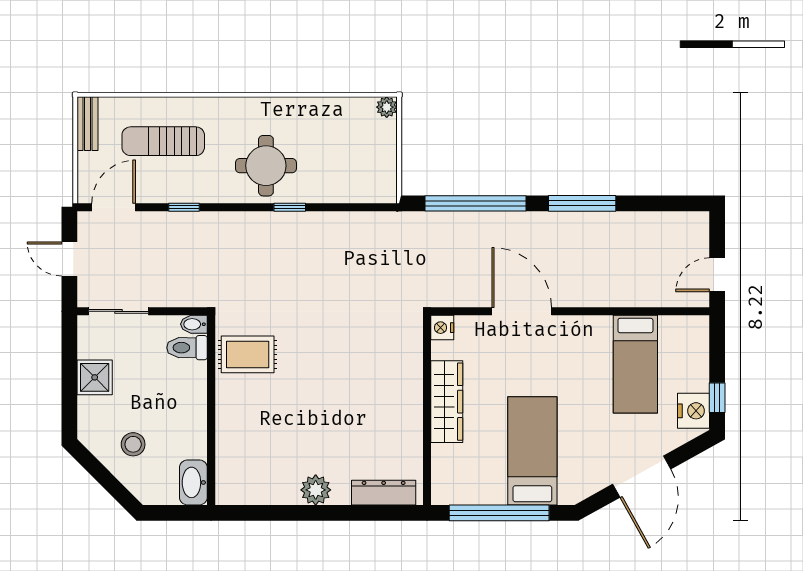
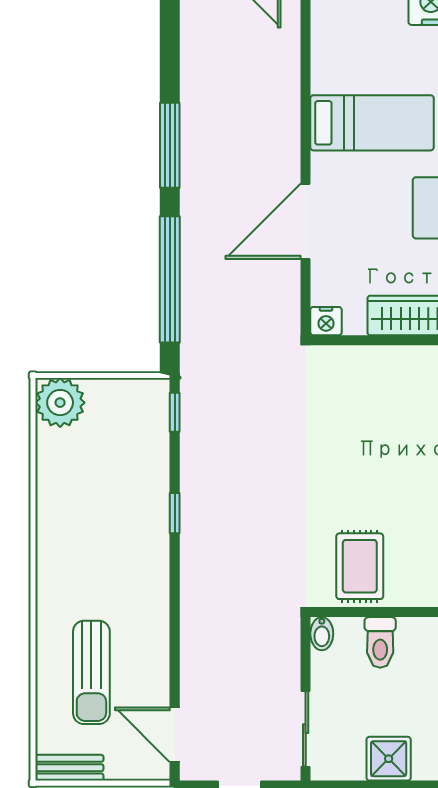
plant: (387, 107) -> (60, 403), width x1.88, depth x1.88
round table: (266, 166) -> (122, 543), removed
window: (184, 207) -> (175, 412), moved
toilet: (187, 348) -> (380, 642), moved
bed: (635, 364) -> (372, 123), moved

